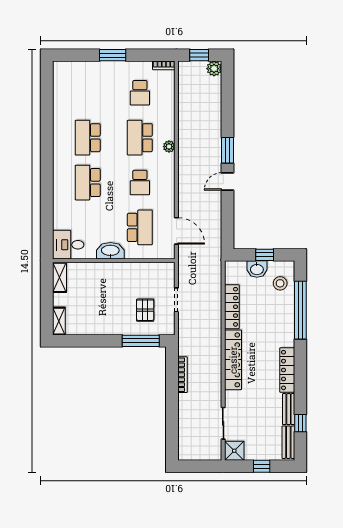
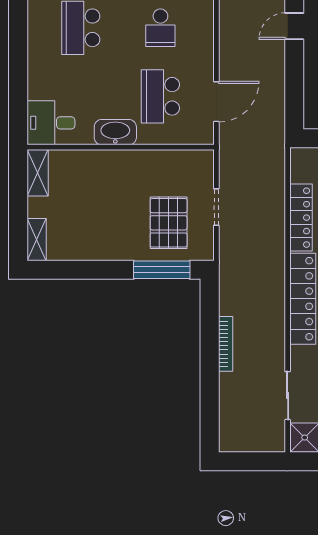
school desk: (140, 227) -> (160, 96), turned 180
door: (176, 231) -> (216, 102), hinge flipped
pallet: (145, 310) -> (169, 223), width x1.50, depth x1.42
bookcase: (183, 375) -> (226, 344), moved

